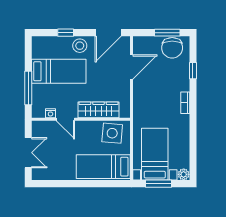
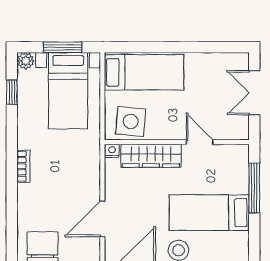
window: (193, 71) -> (12, 92), moved
nightstand: (50, 113) -> (112, 151), moved

